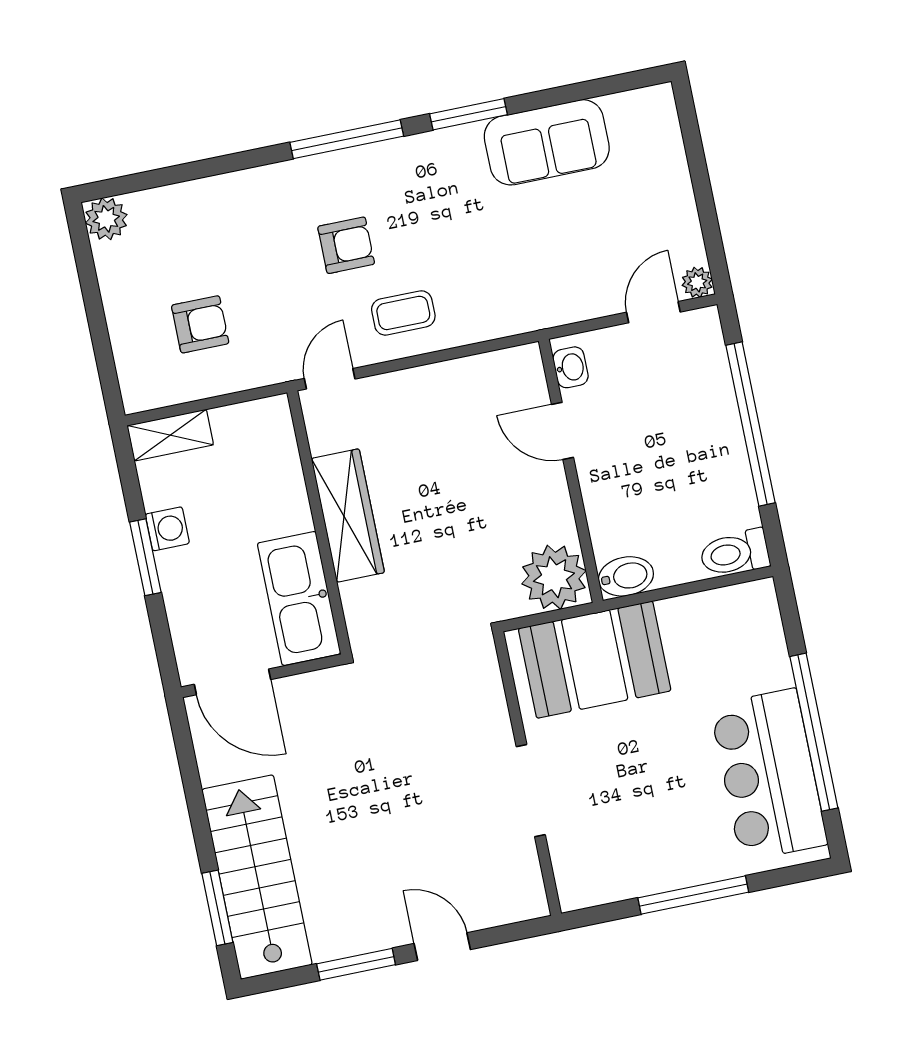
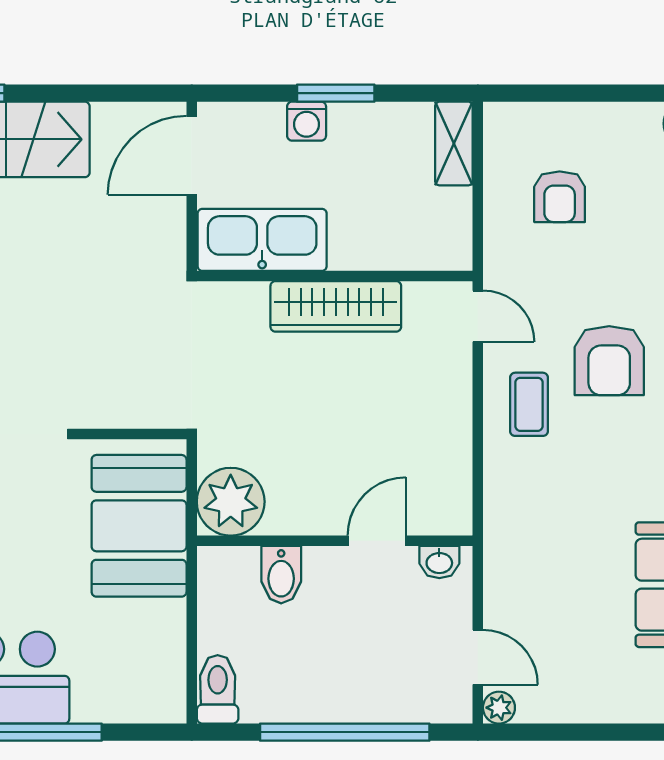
armchair: (346, 245) -> (609, 361), width x1.38, depth x1.38
washing machine: (167, 529) -> (307, 121), moved
bidet: (626, 576) -> (281, 575), moved

